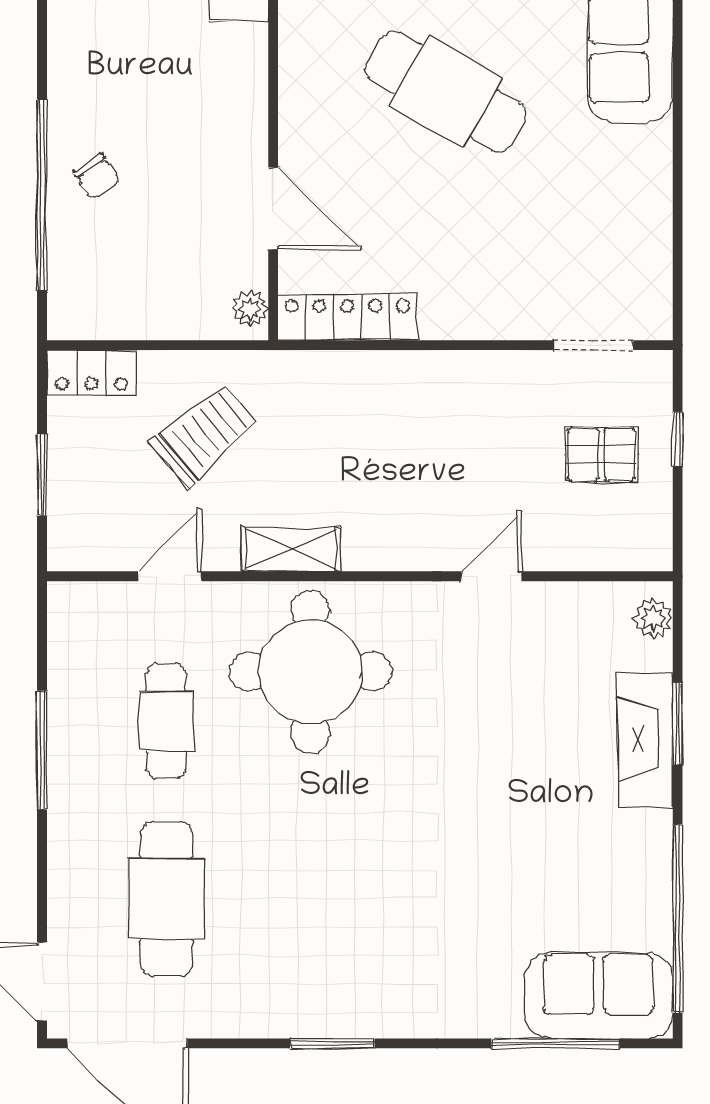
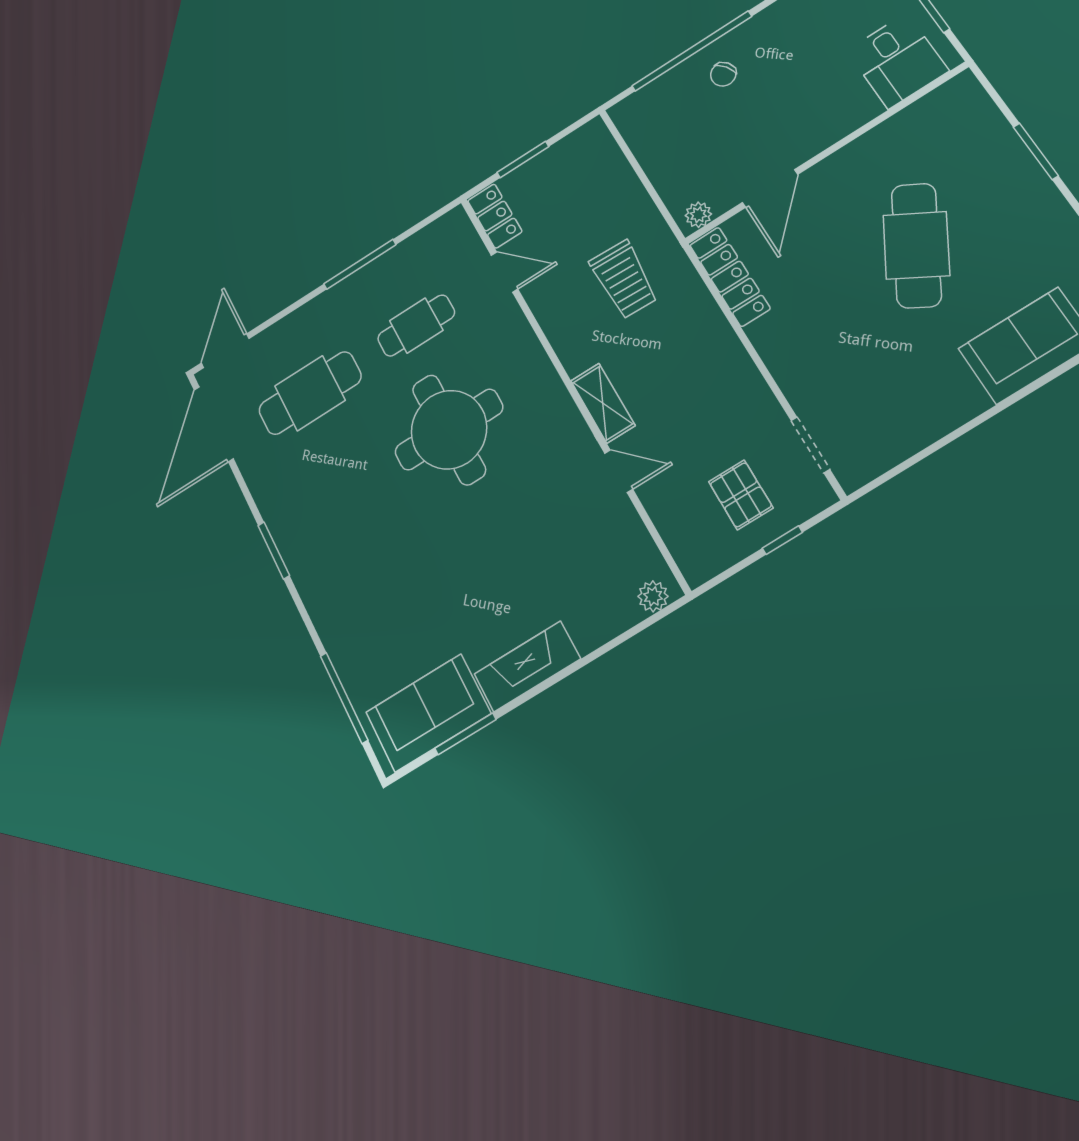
locker: (91, 373) -> (495, 216), moved, turned 180
trolley: (204, 434) -> (624, 279), moved, turned 43
shelving: (291, 549) -> (603, 403), moved
round table: (310, 672) -> (449, 430), moved
window: (678, 724) -> (593, 656), removed
fireplace: (645, 740) -> (527, 666), moved
window: (678, 918) -> (465, 734), width x0.47
sofa: (598, 996) -> (428, 713), moved, turned -90

